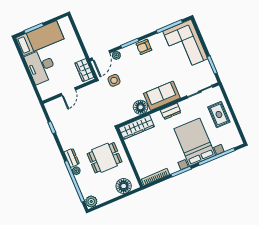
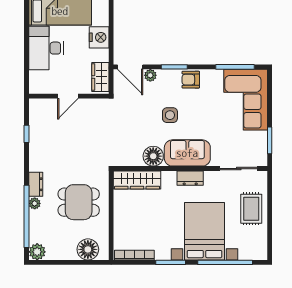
nightstand: (73, 45) -> (99, 37), added
door: (101, 55) -> (130, 67), hinge flipped
side table: (114, 80) -> (170, 115), moved

